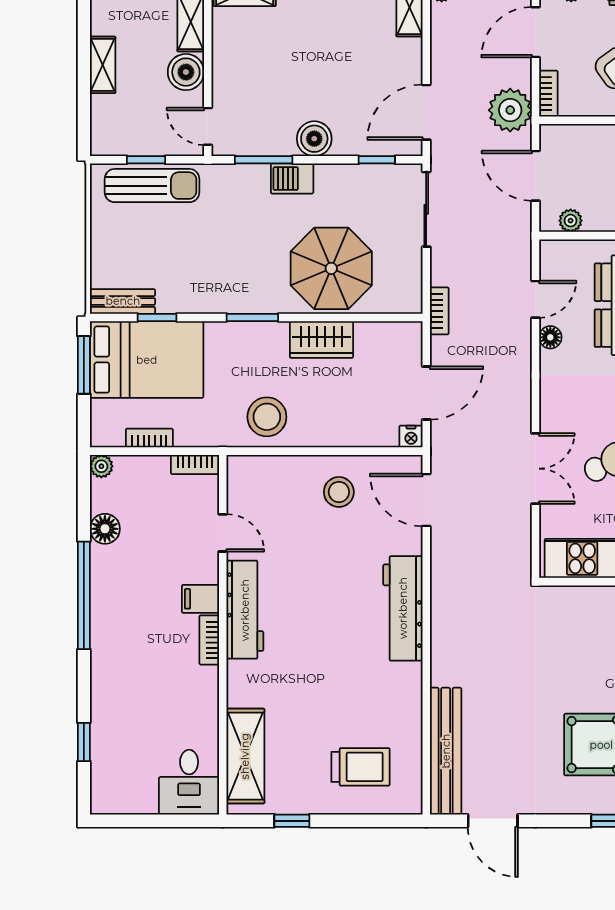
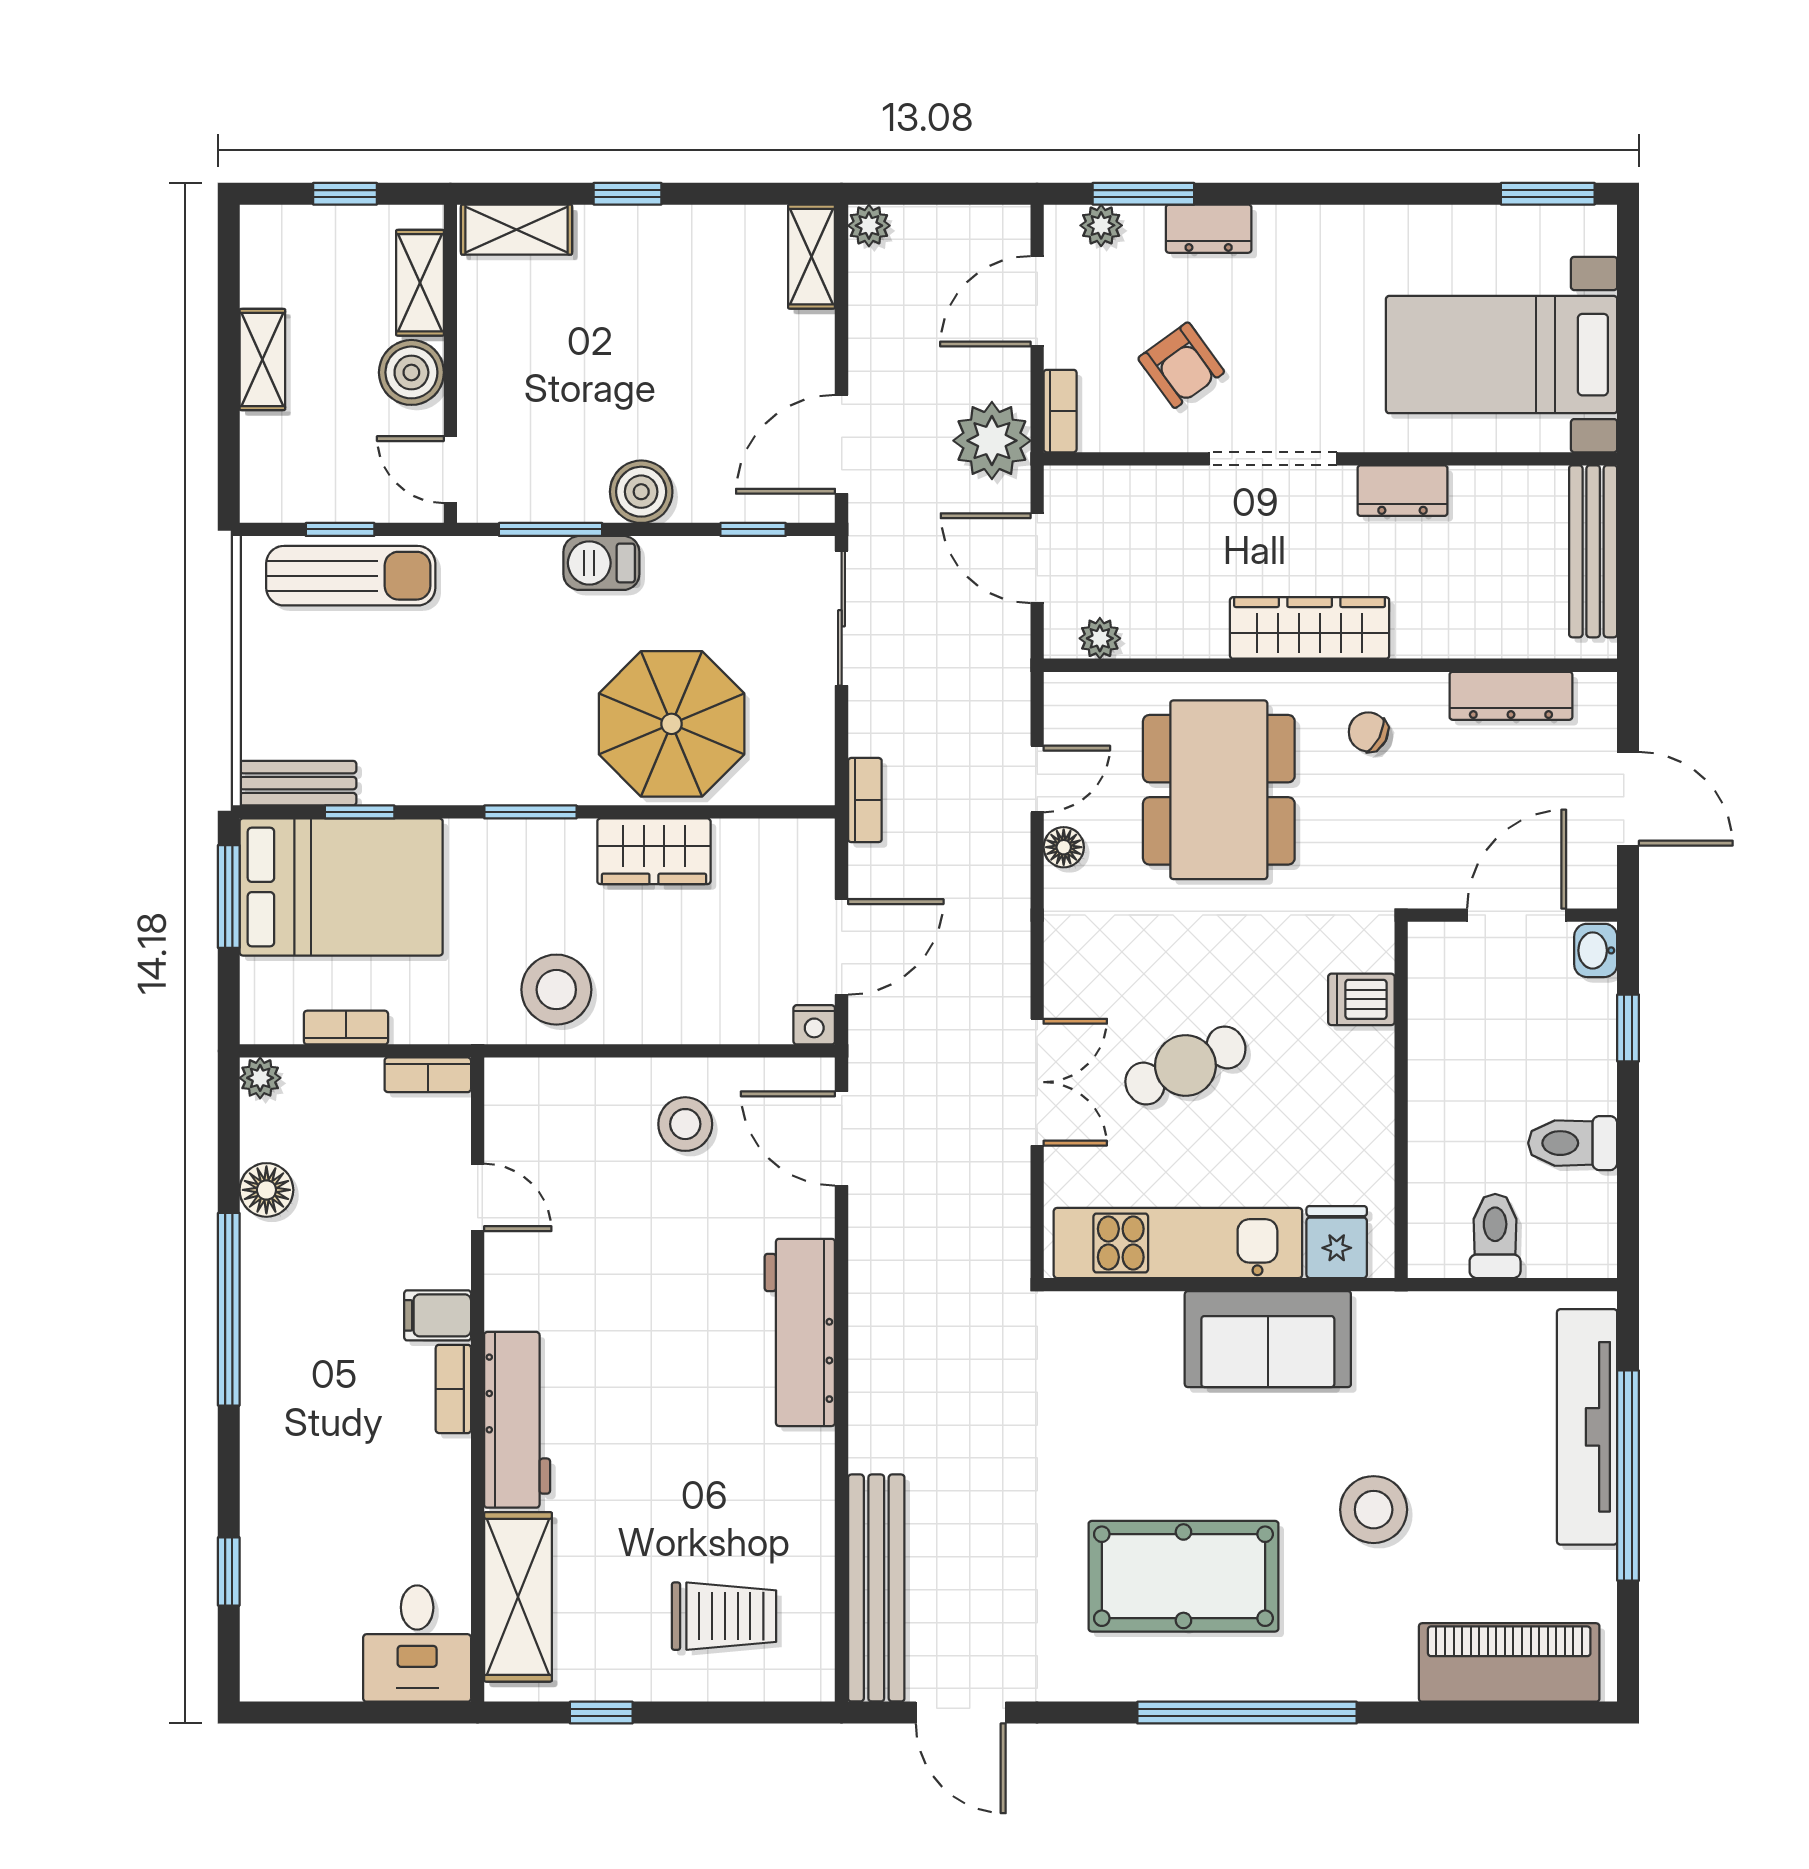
workbench: (245, 610) -> (517, 1420), moved

